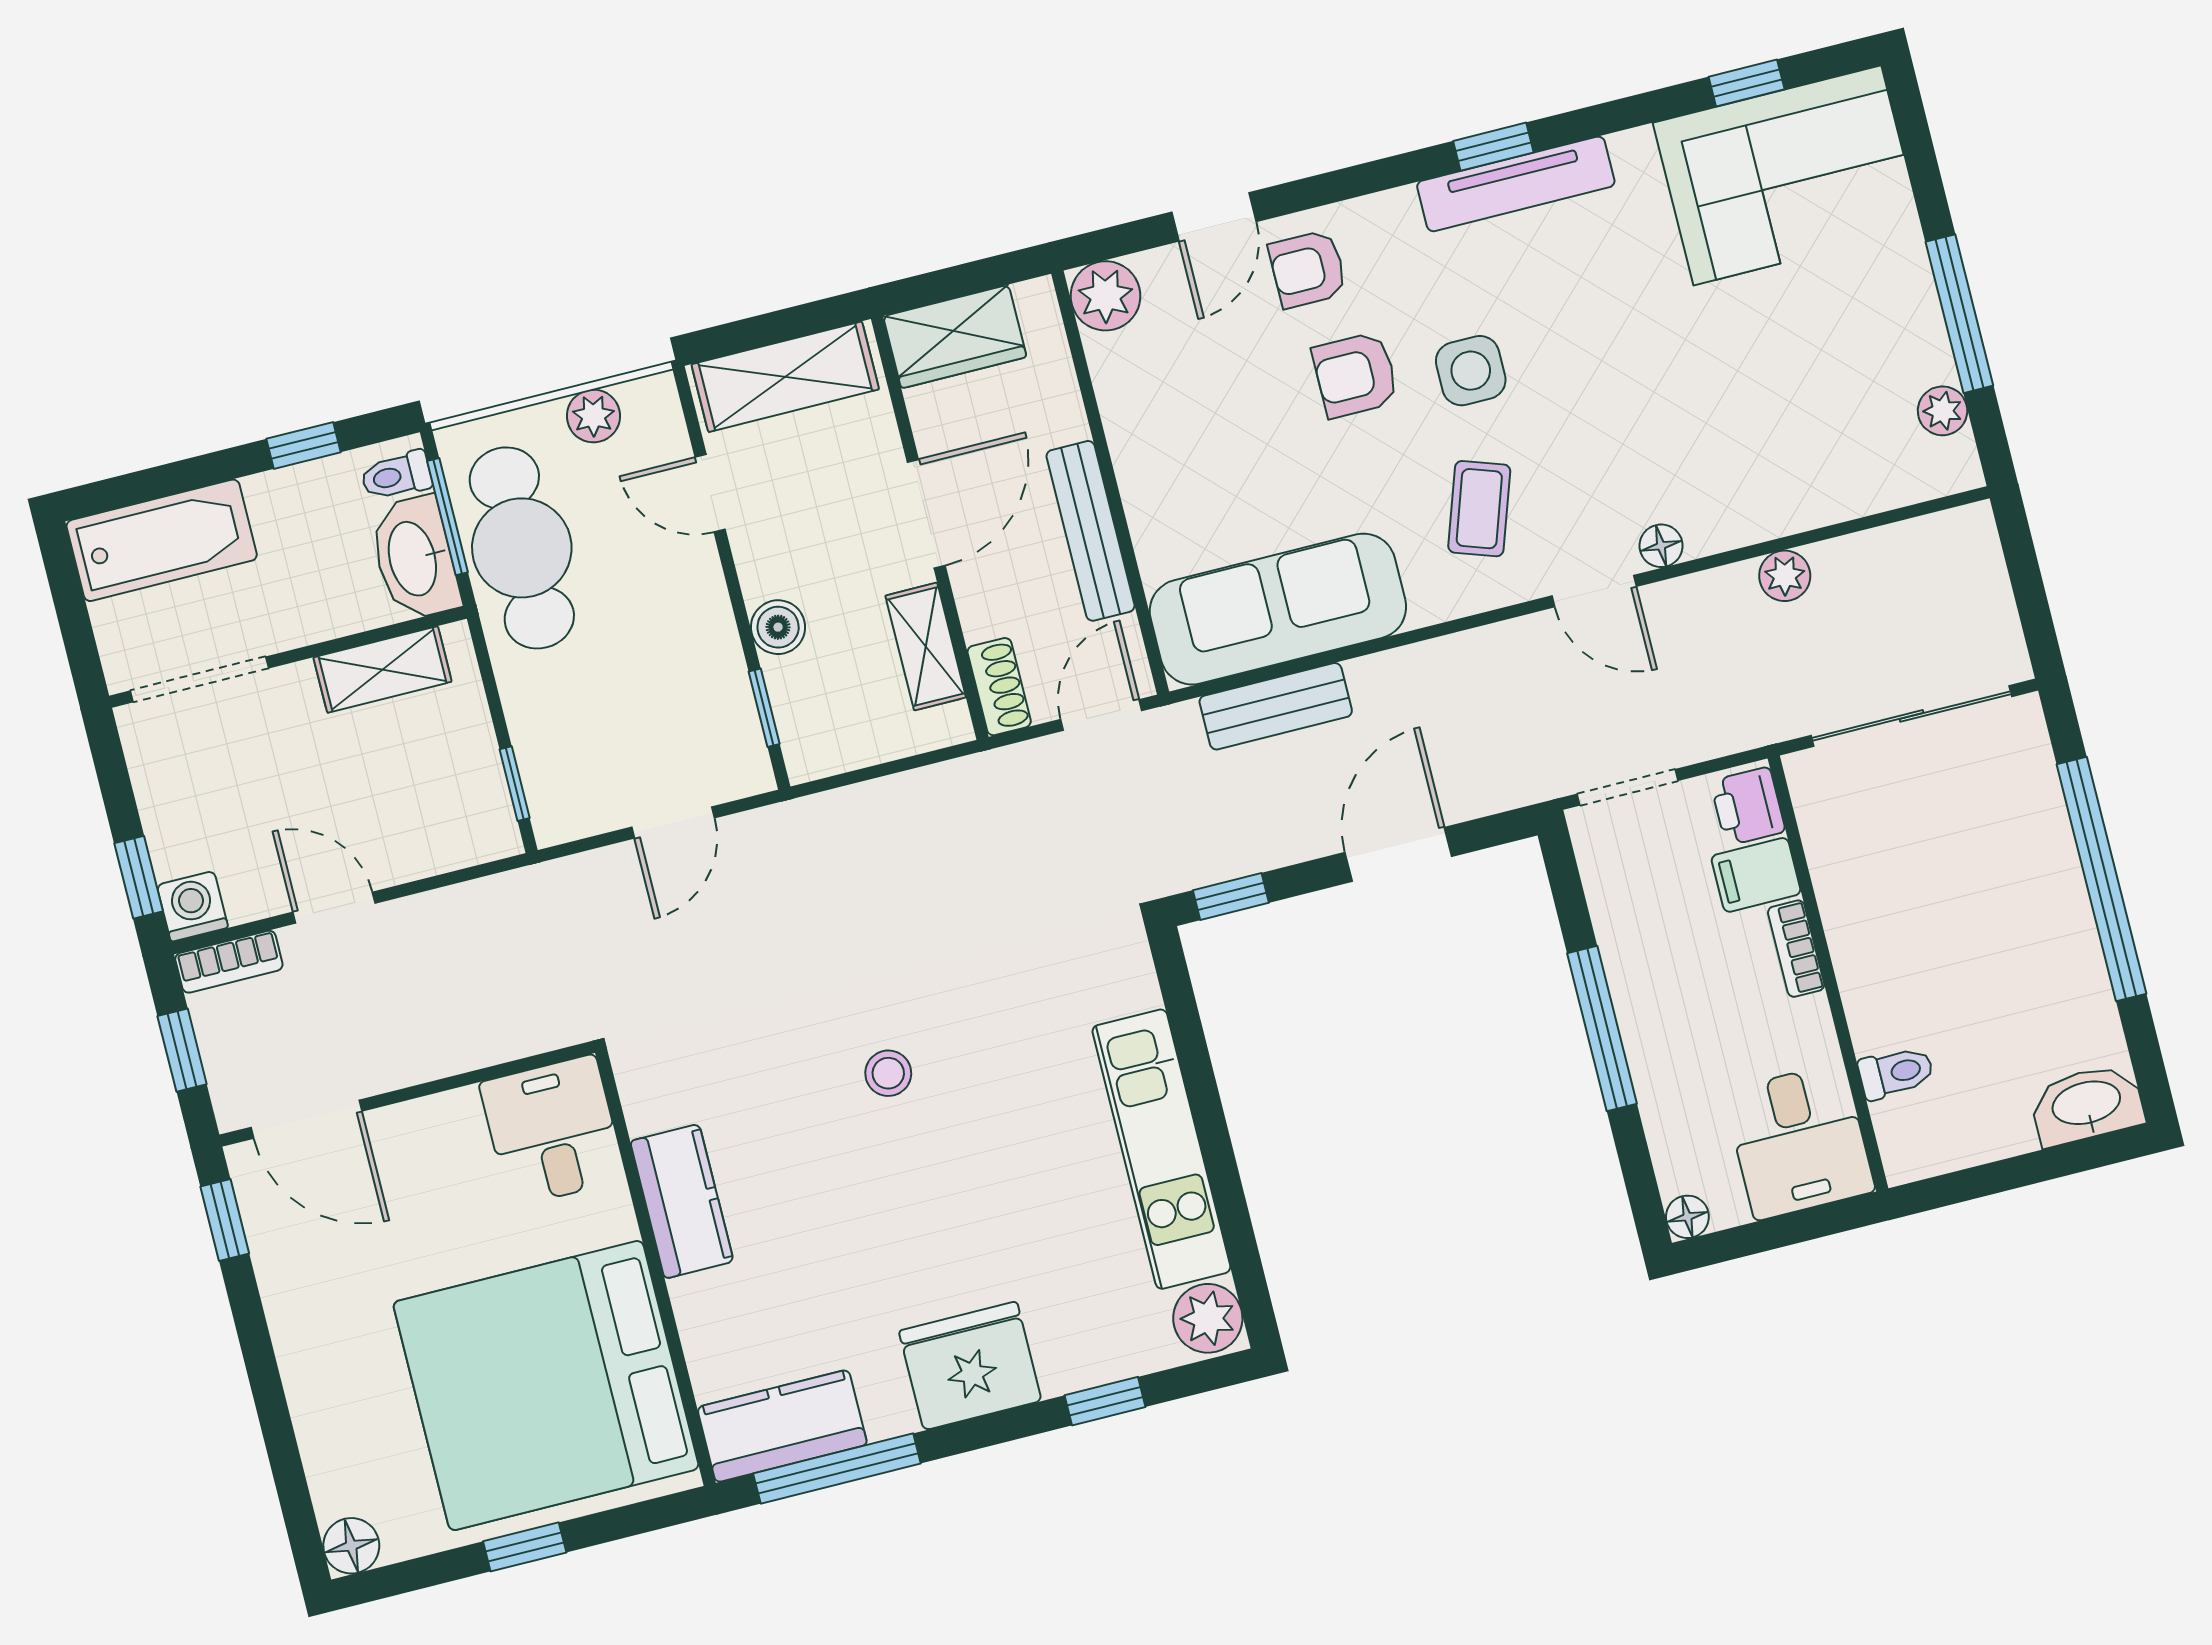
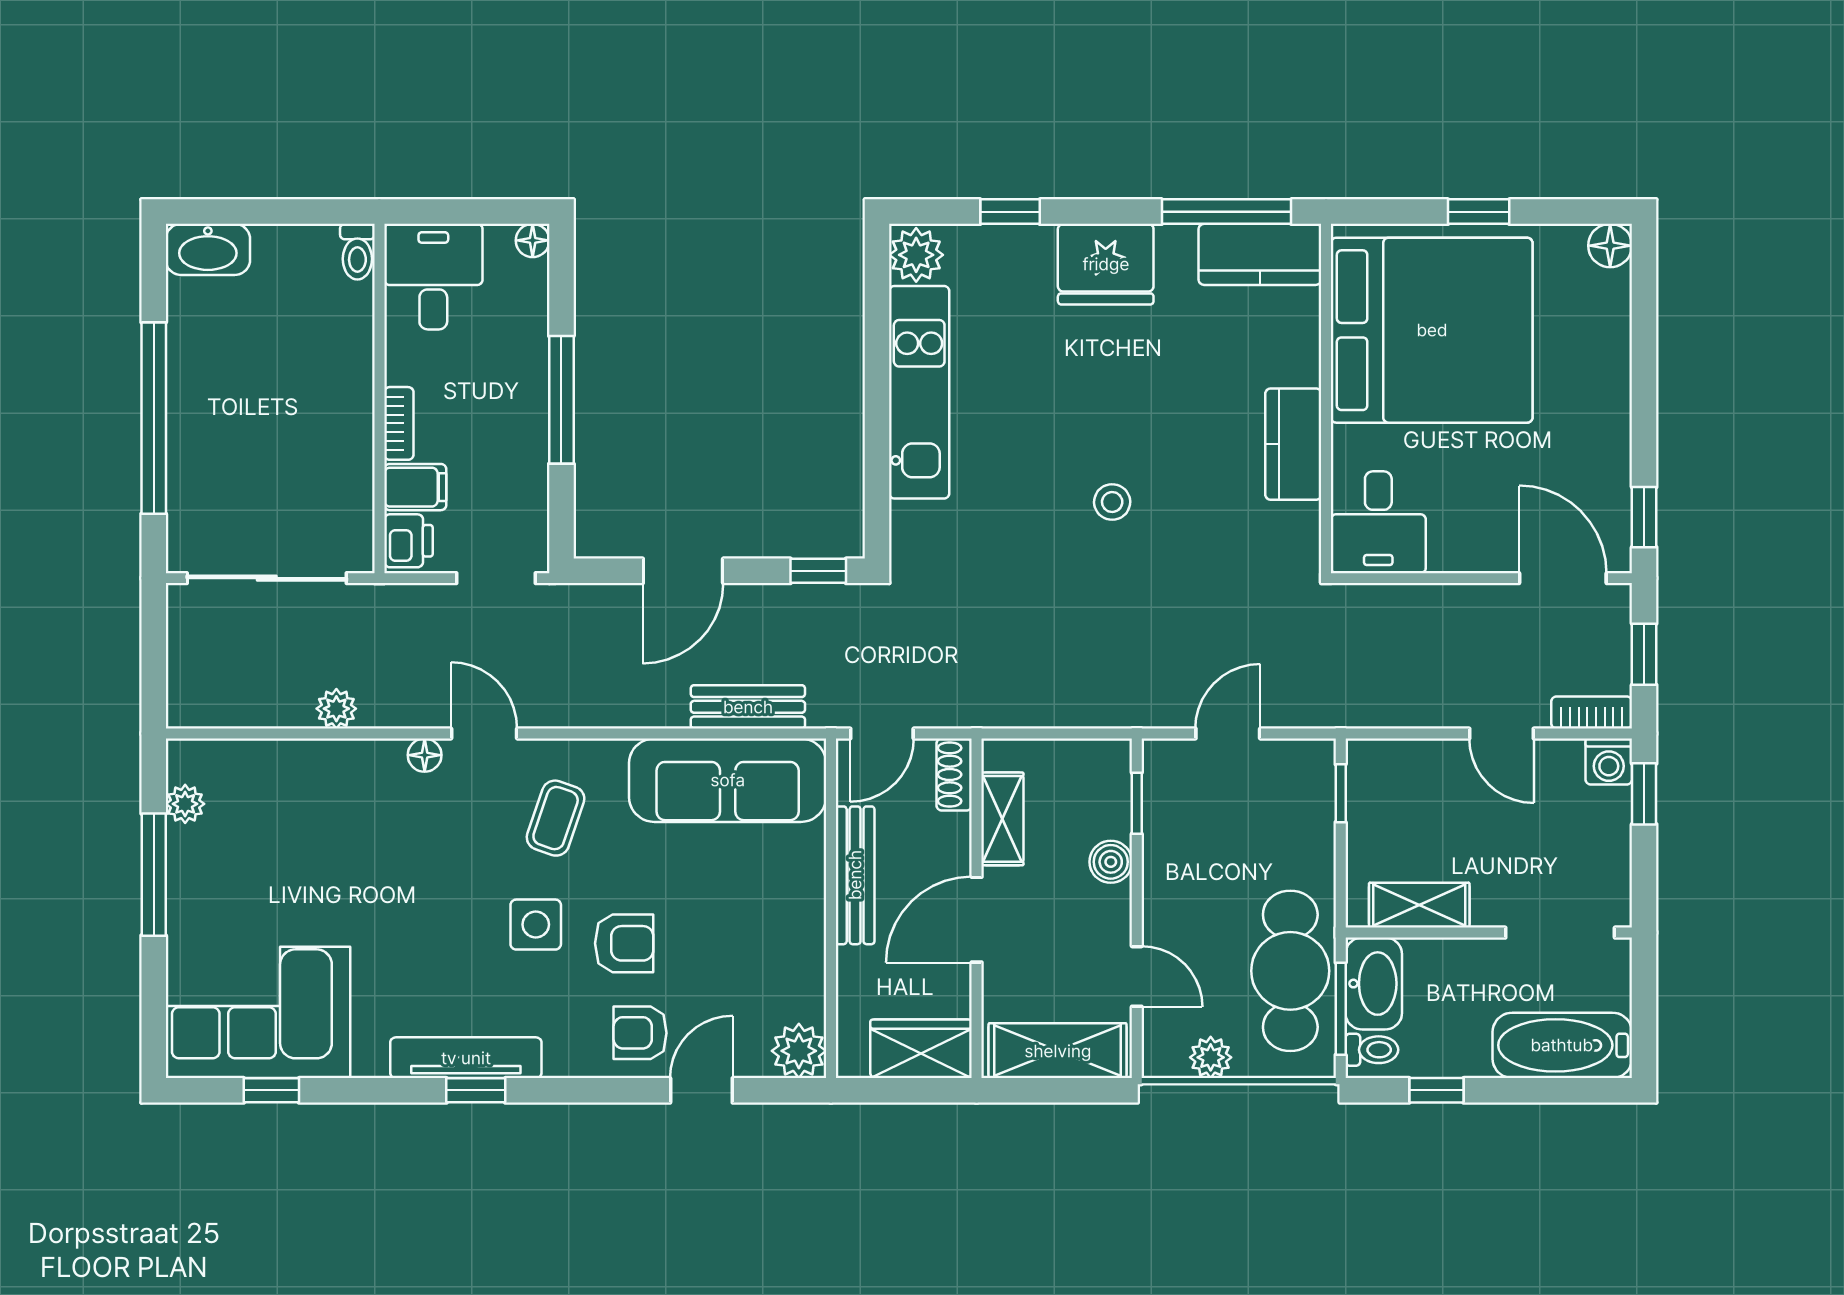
armchair: (1308, 269) -> (640, 1033), turned 180
toilet: (1896, 1073) -> (357, 252), moved, turned -90

